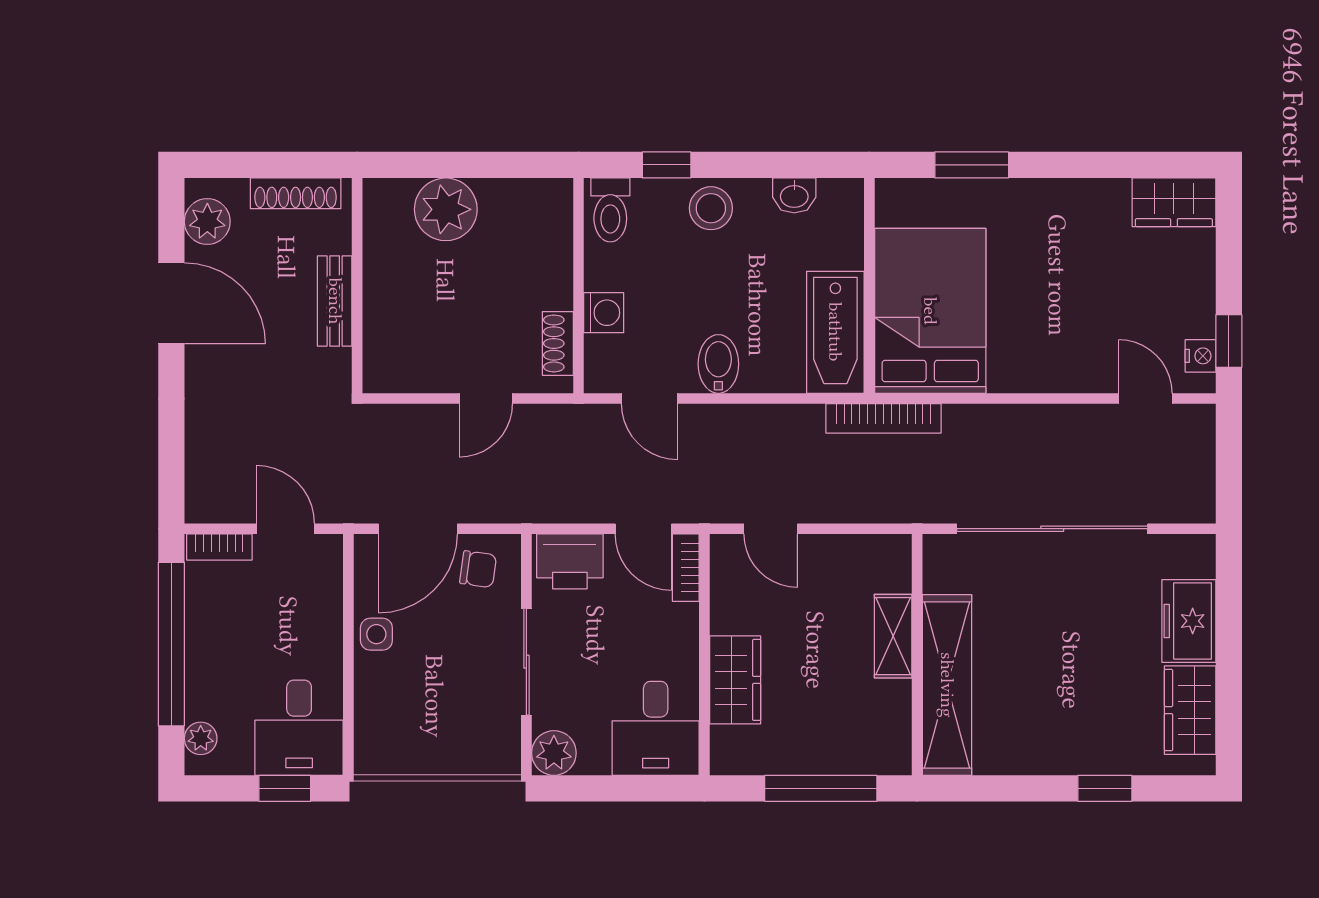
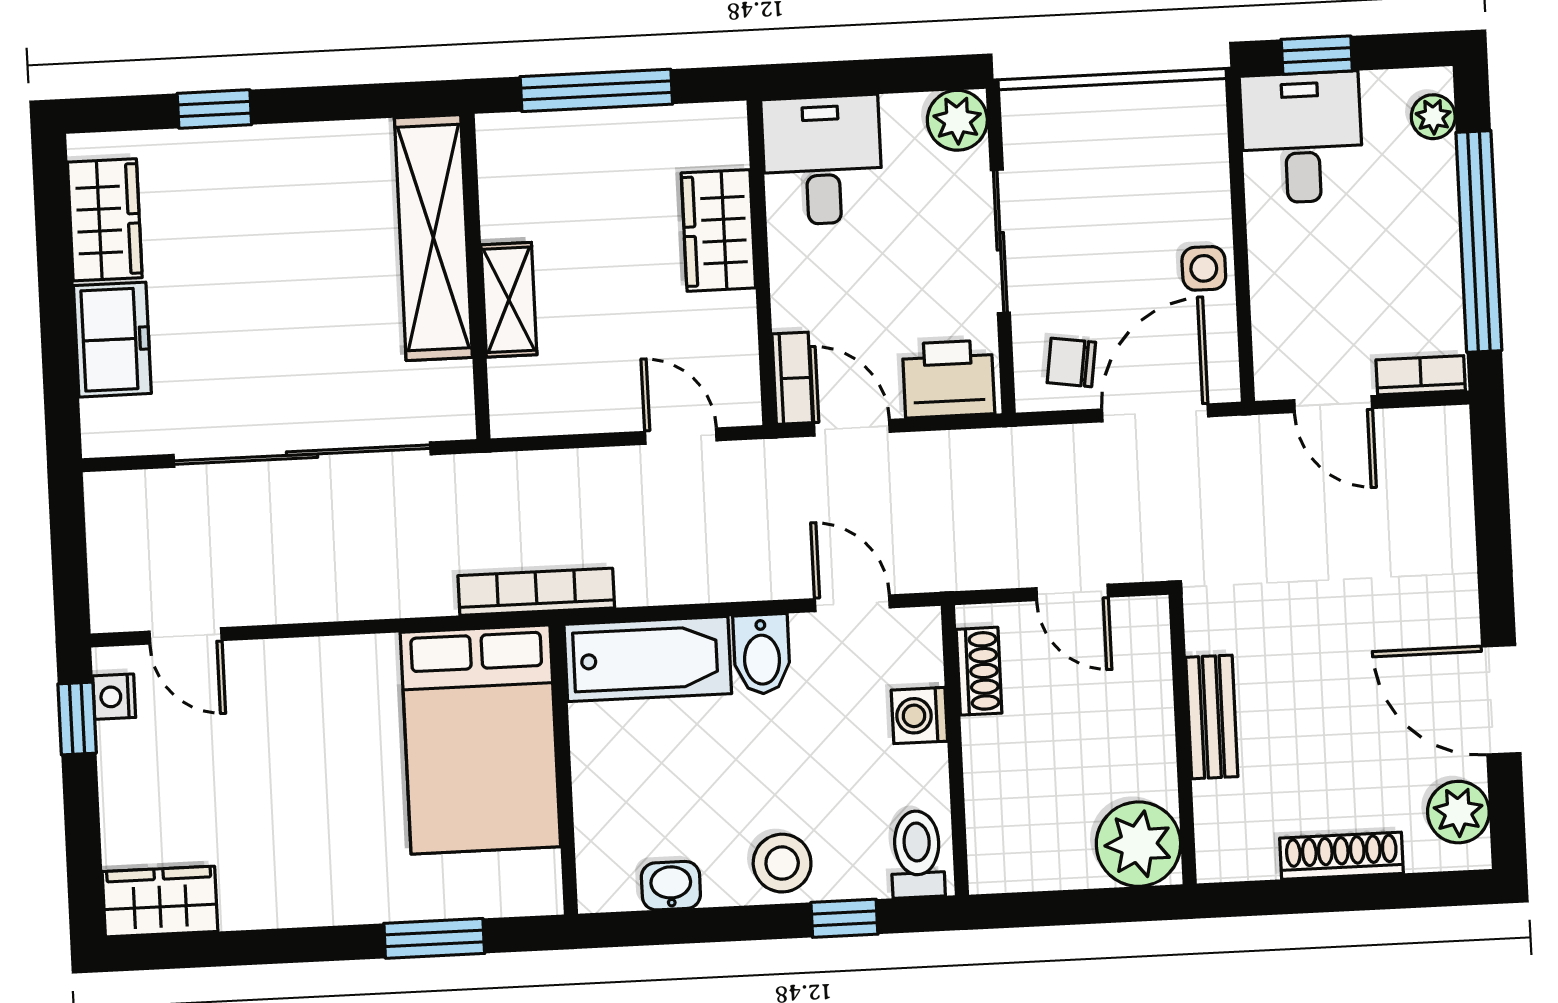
wall: (357, 286) -> (1183, 739), moved
bench: (335, 301) -> (1212, 717), moved
bathtub: (835, 332) -> (648, 659), moved, turned 90
door: (486, 398) -> (1072, 592), swing flipped

